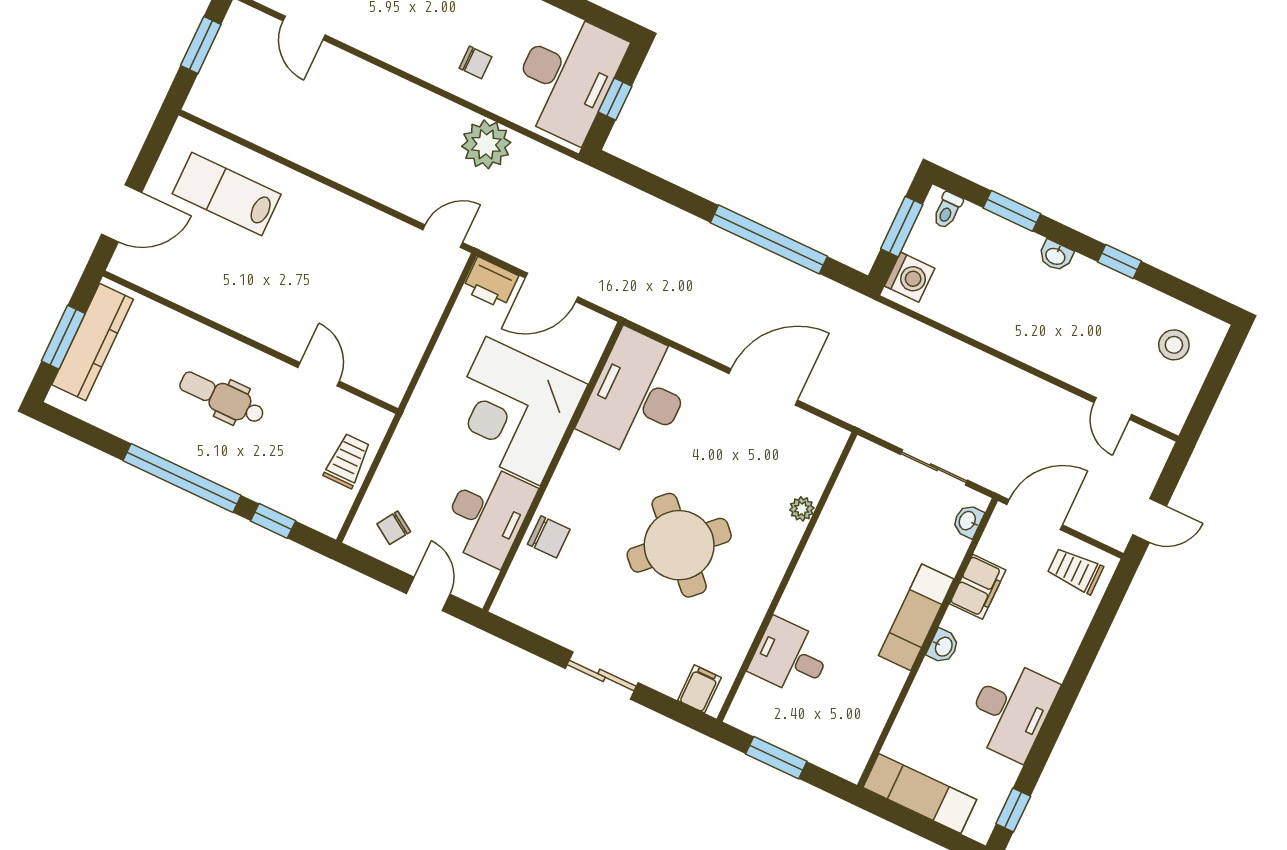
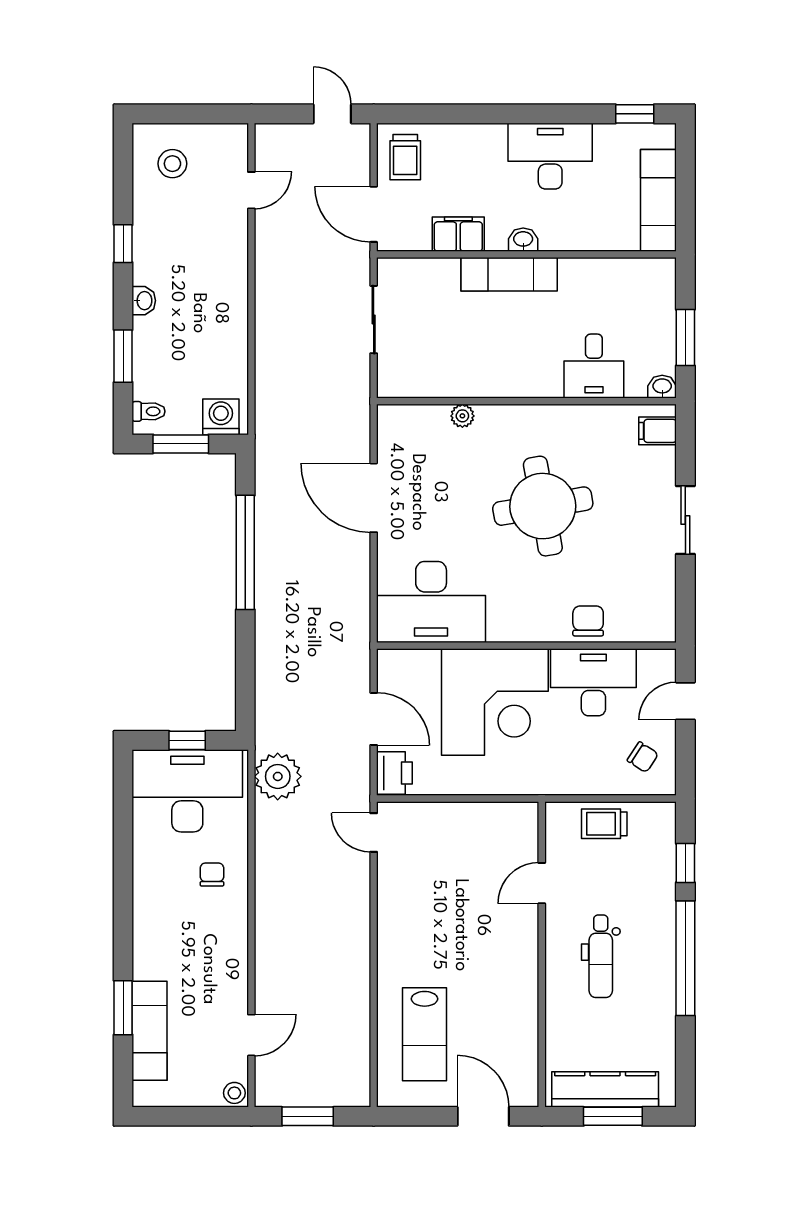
plant: (486, 144) -> (278, 776), moved
washbasin: (968, 521) -> (662, 387), moved, turned 180
round table: (679, 545) -> (543, 506), turned 34

